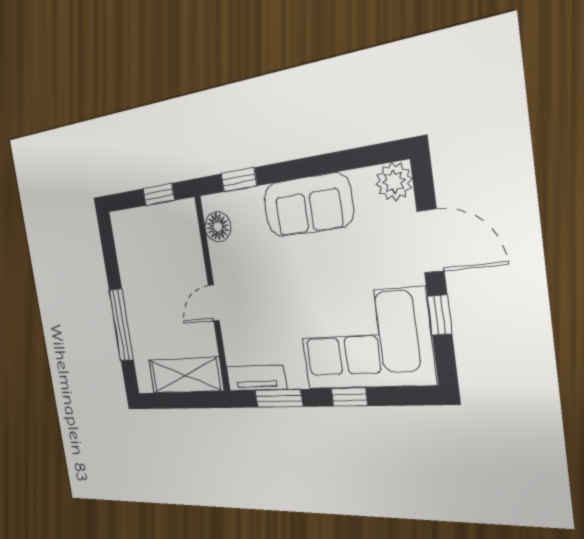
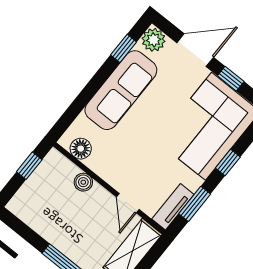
window: (239, 180) -> (124, 48), moved
sofa: (308, 205) -> (121, 90), width x1.36
boiler: (194, 263) -> (83, 182), added
door: (214, 303) -> (128, 203), moved

